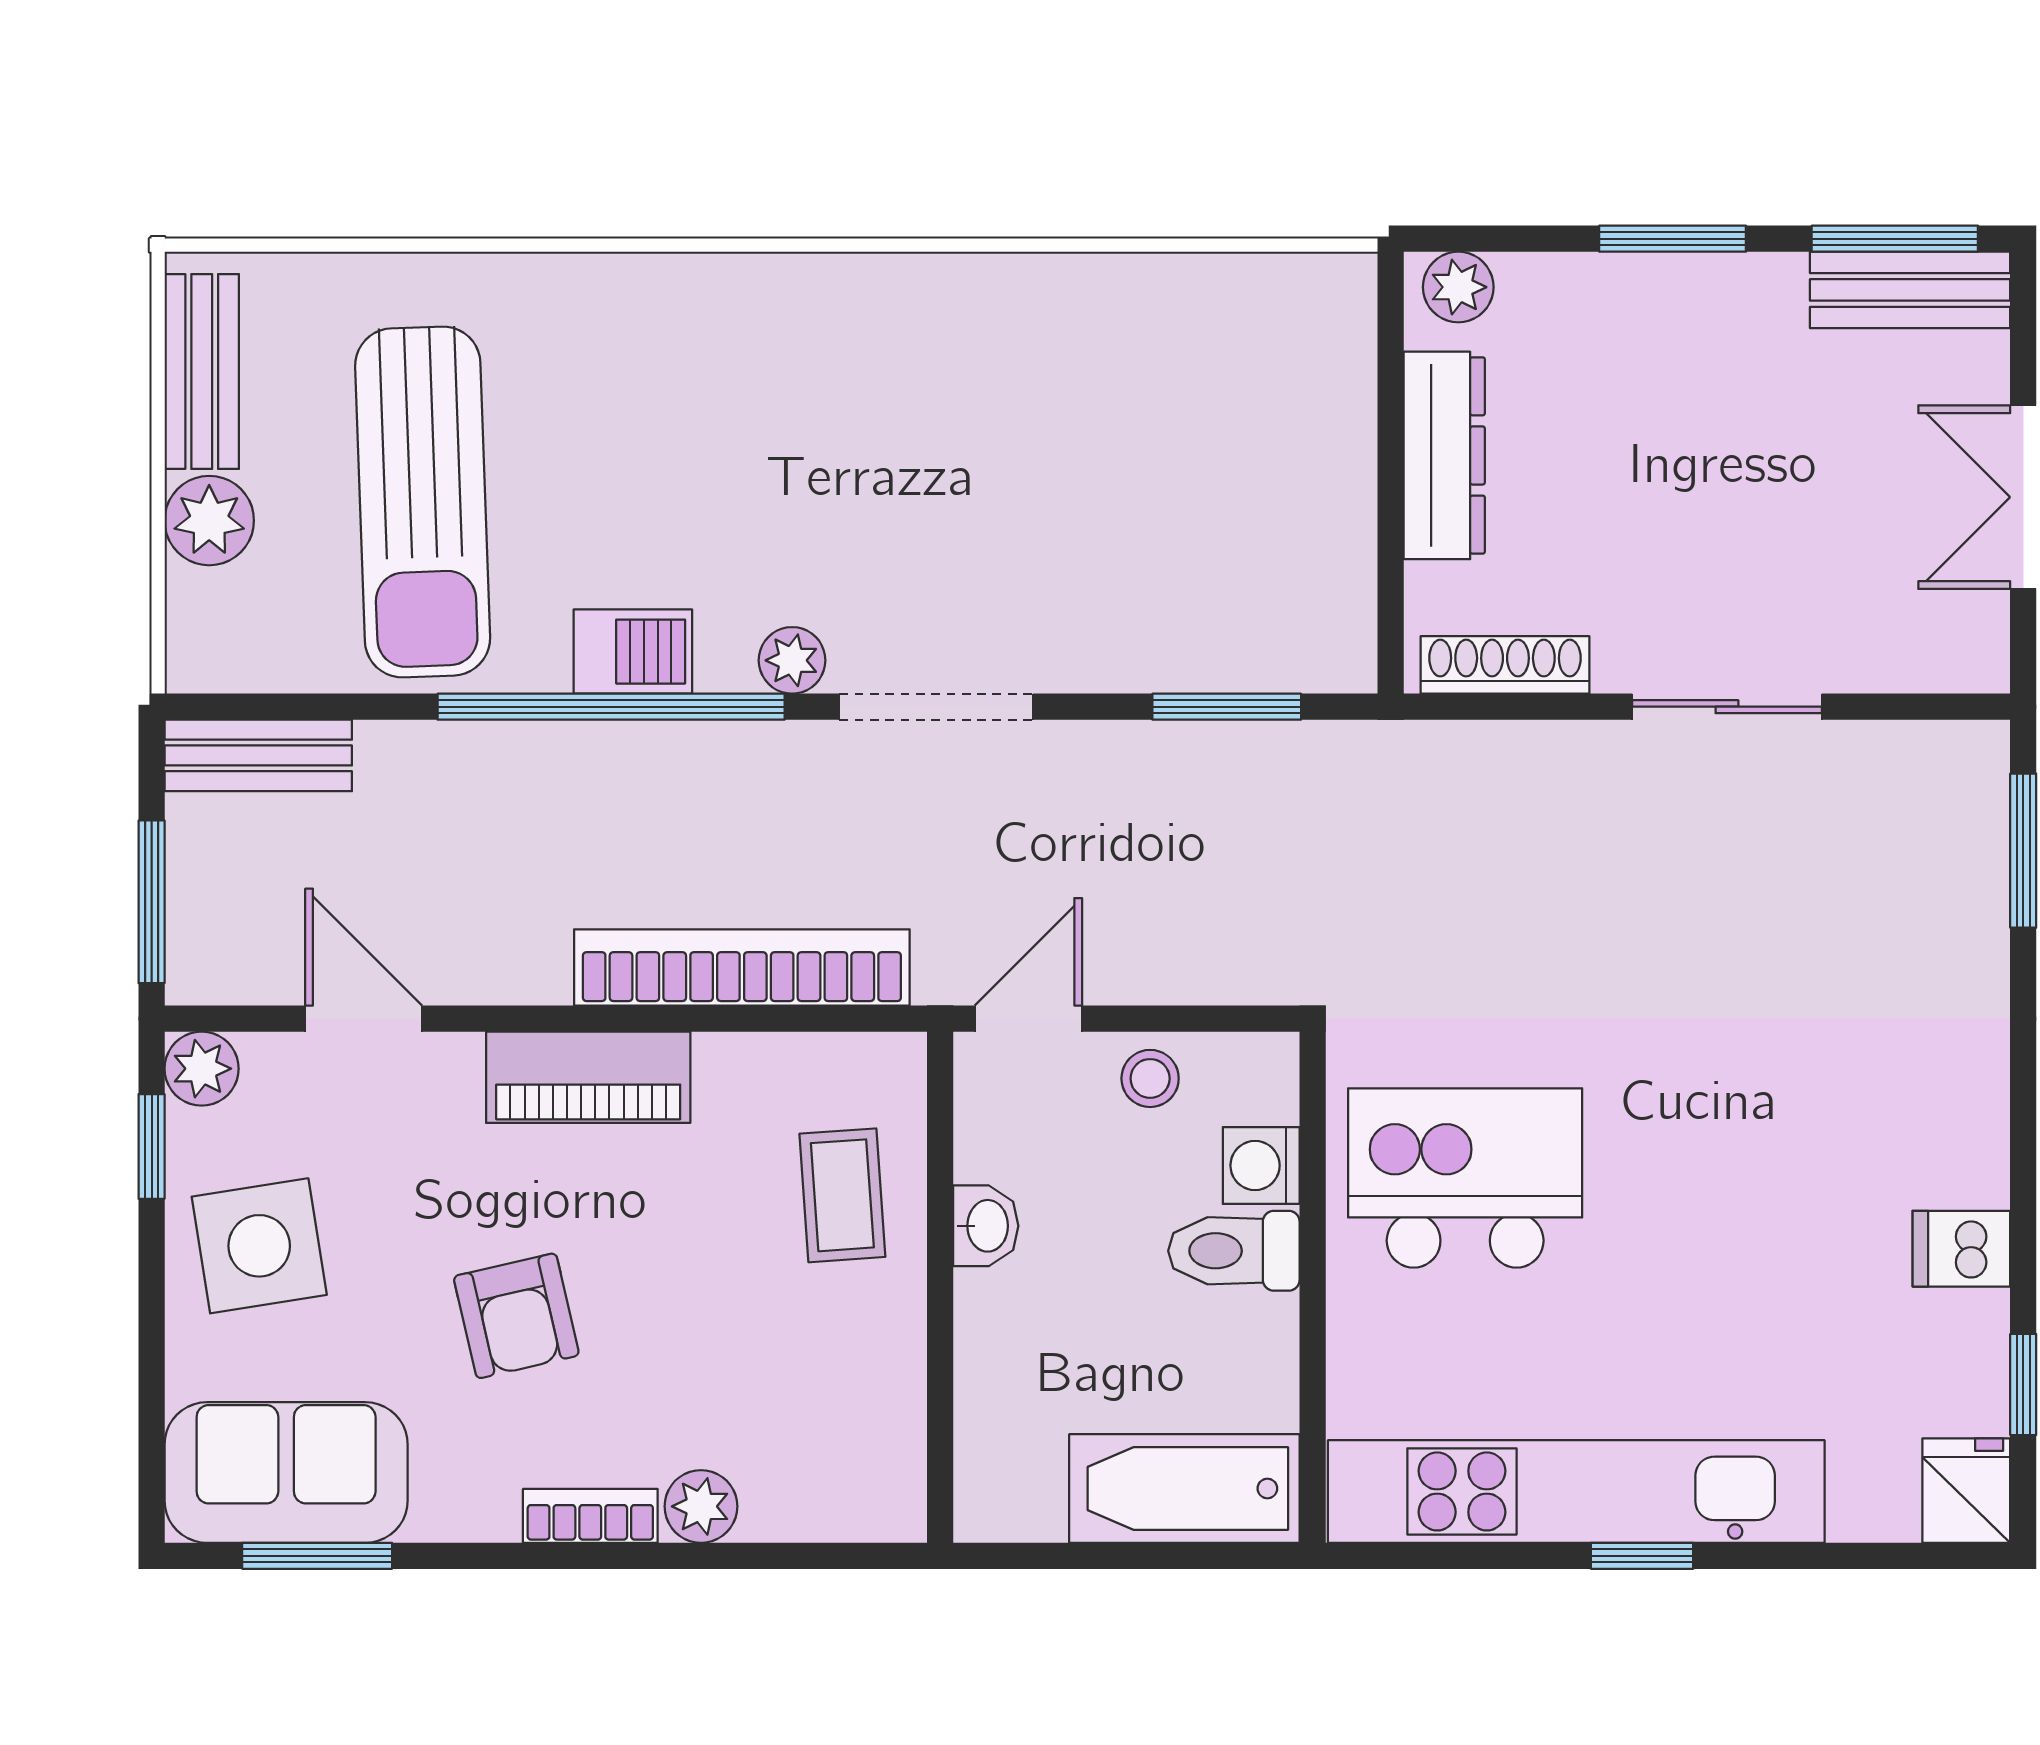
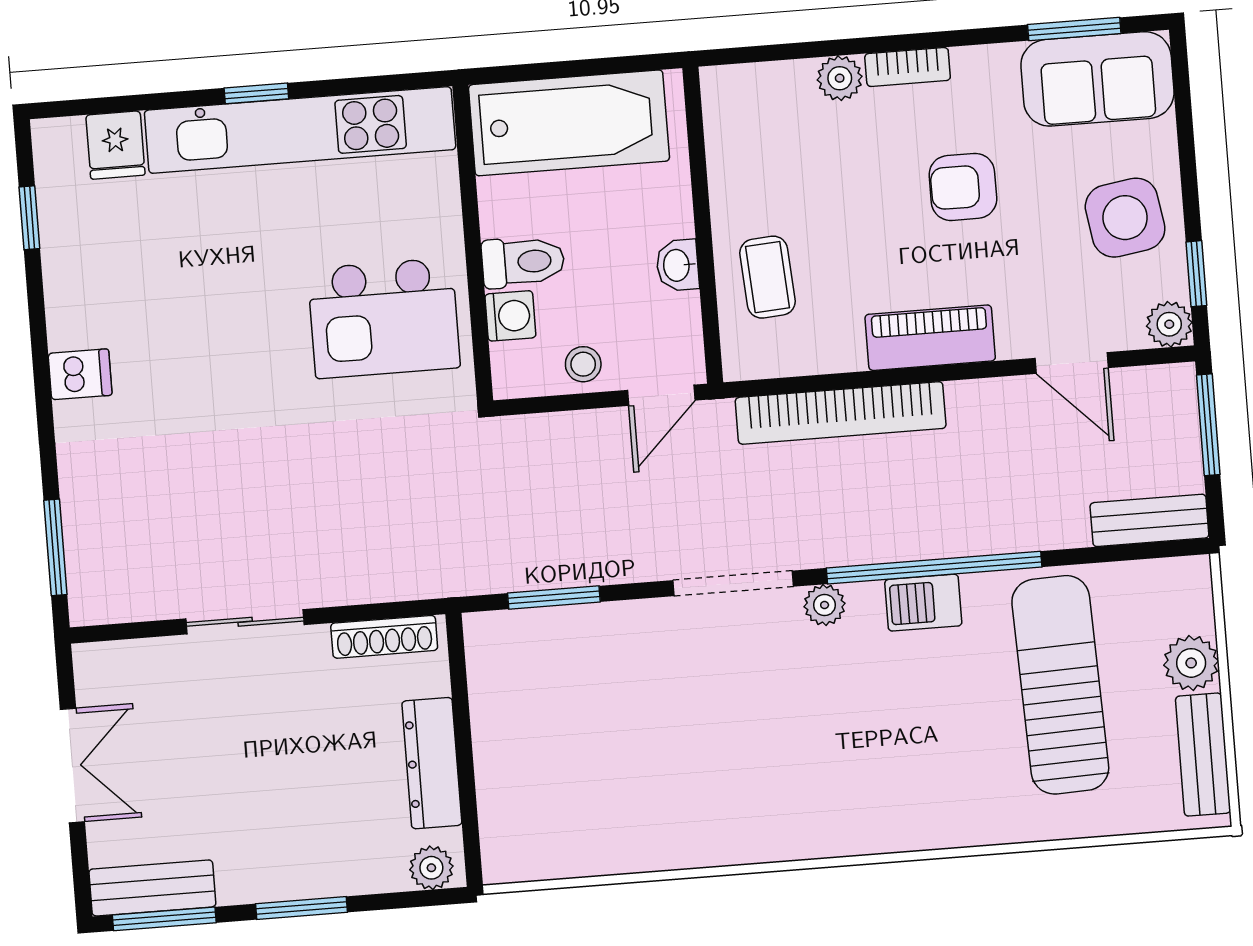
dishwasher: (1961, 1249) -> (80, 374), moved
armchair: (516, 1316) -> (963, 187), turned -77
bathtub: (1184, 1488) -> (569, 123), width x1.36, depth x1.36
fridge: (1966, 1491) -> (115, 145), moved

